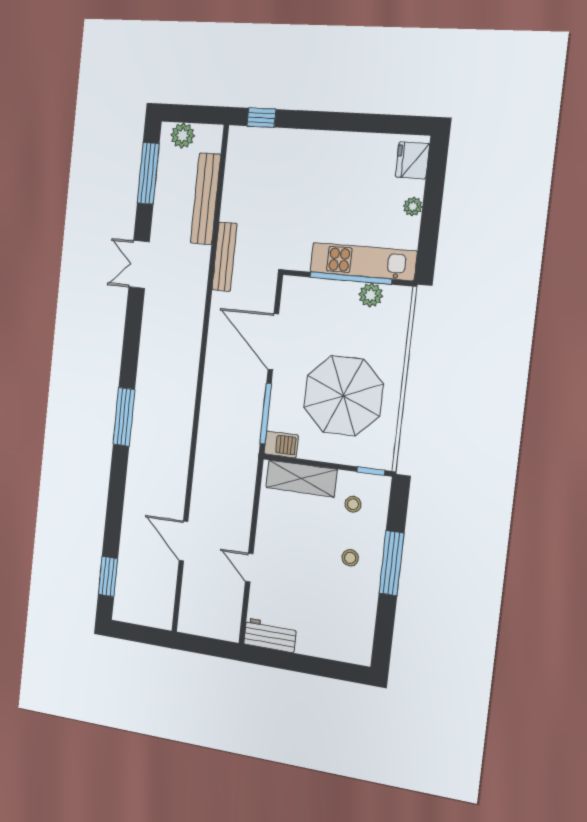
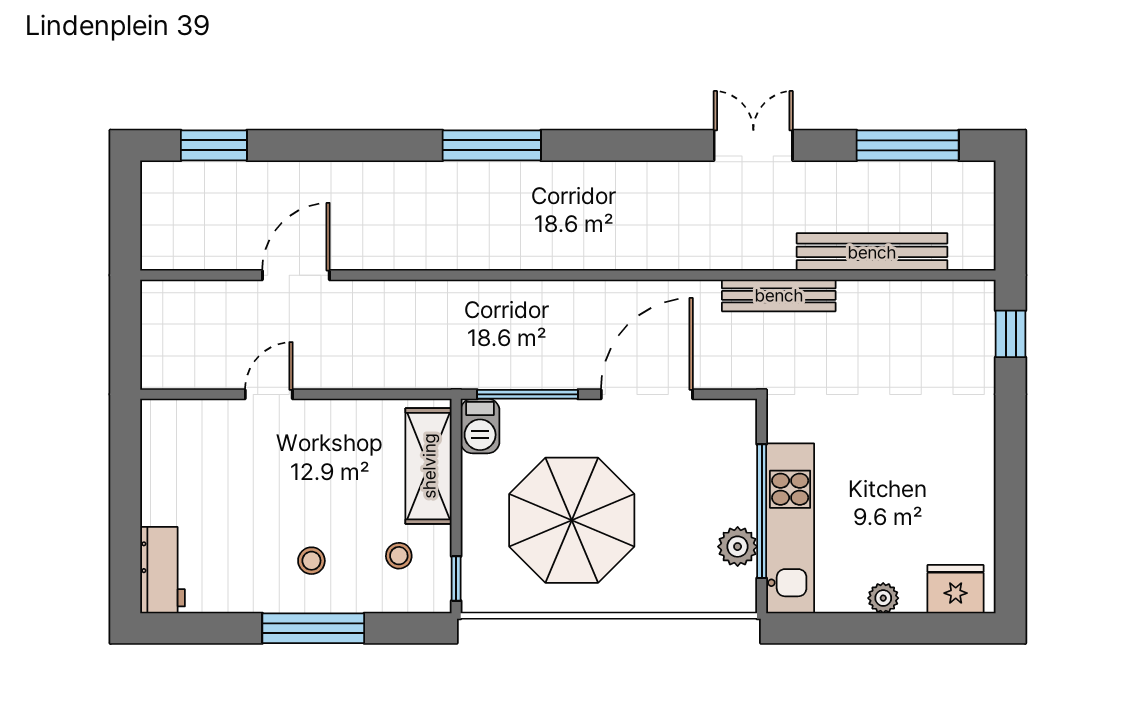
plant: (183, 135) -> (974, 200), removed
workbench: (270, 635) -> (163, 570), moved

